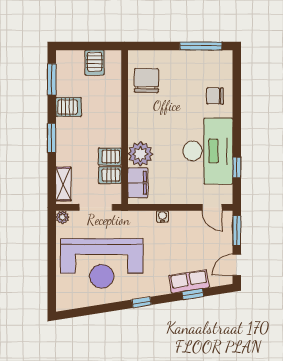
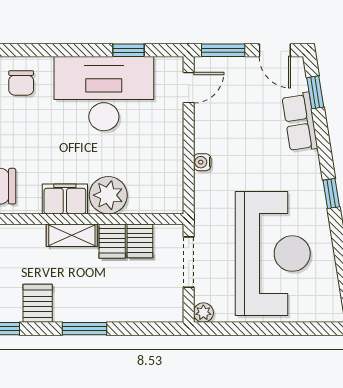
filing cabinet: (138, 183) -> (65, 199), moved
shelving: (63, 184) -> (72, 235), moved
window: (193, 294) -> (315, 92), moved

